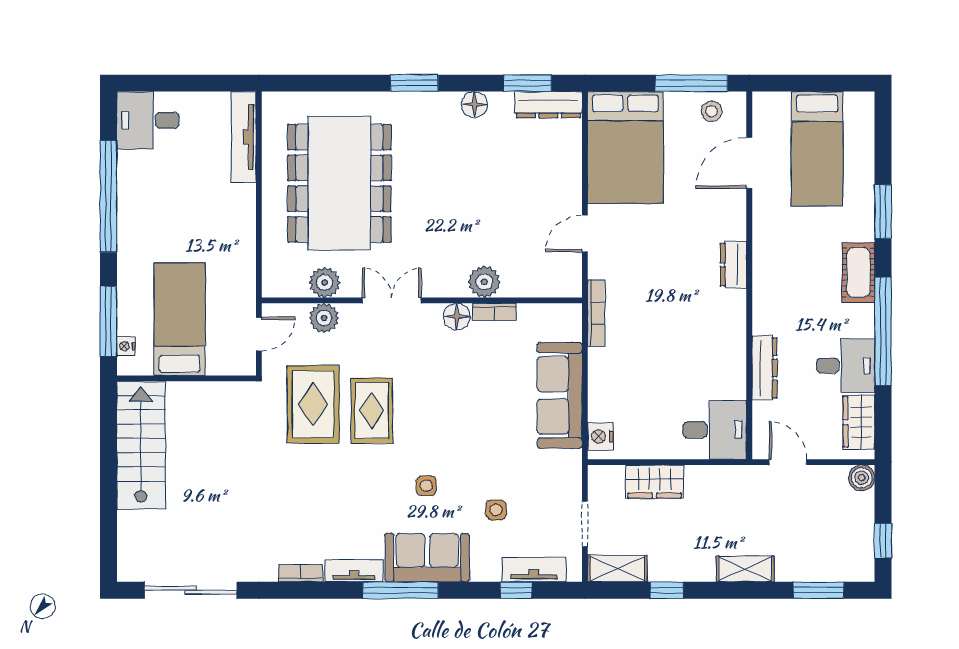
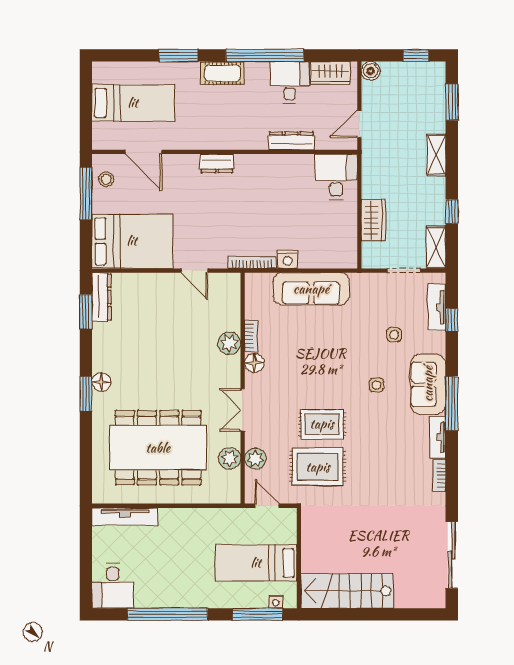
floor lamp: (474, 104) -> (101, 382), moved
nightstand: (600, 436) -> (288, 259), moved

